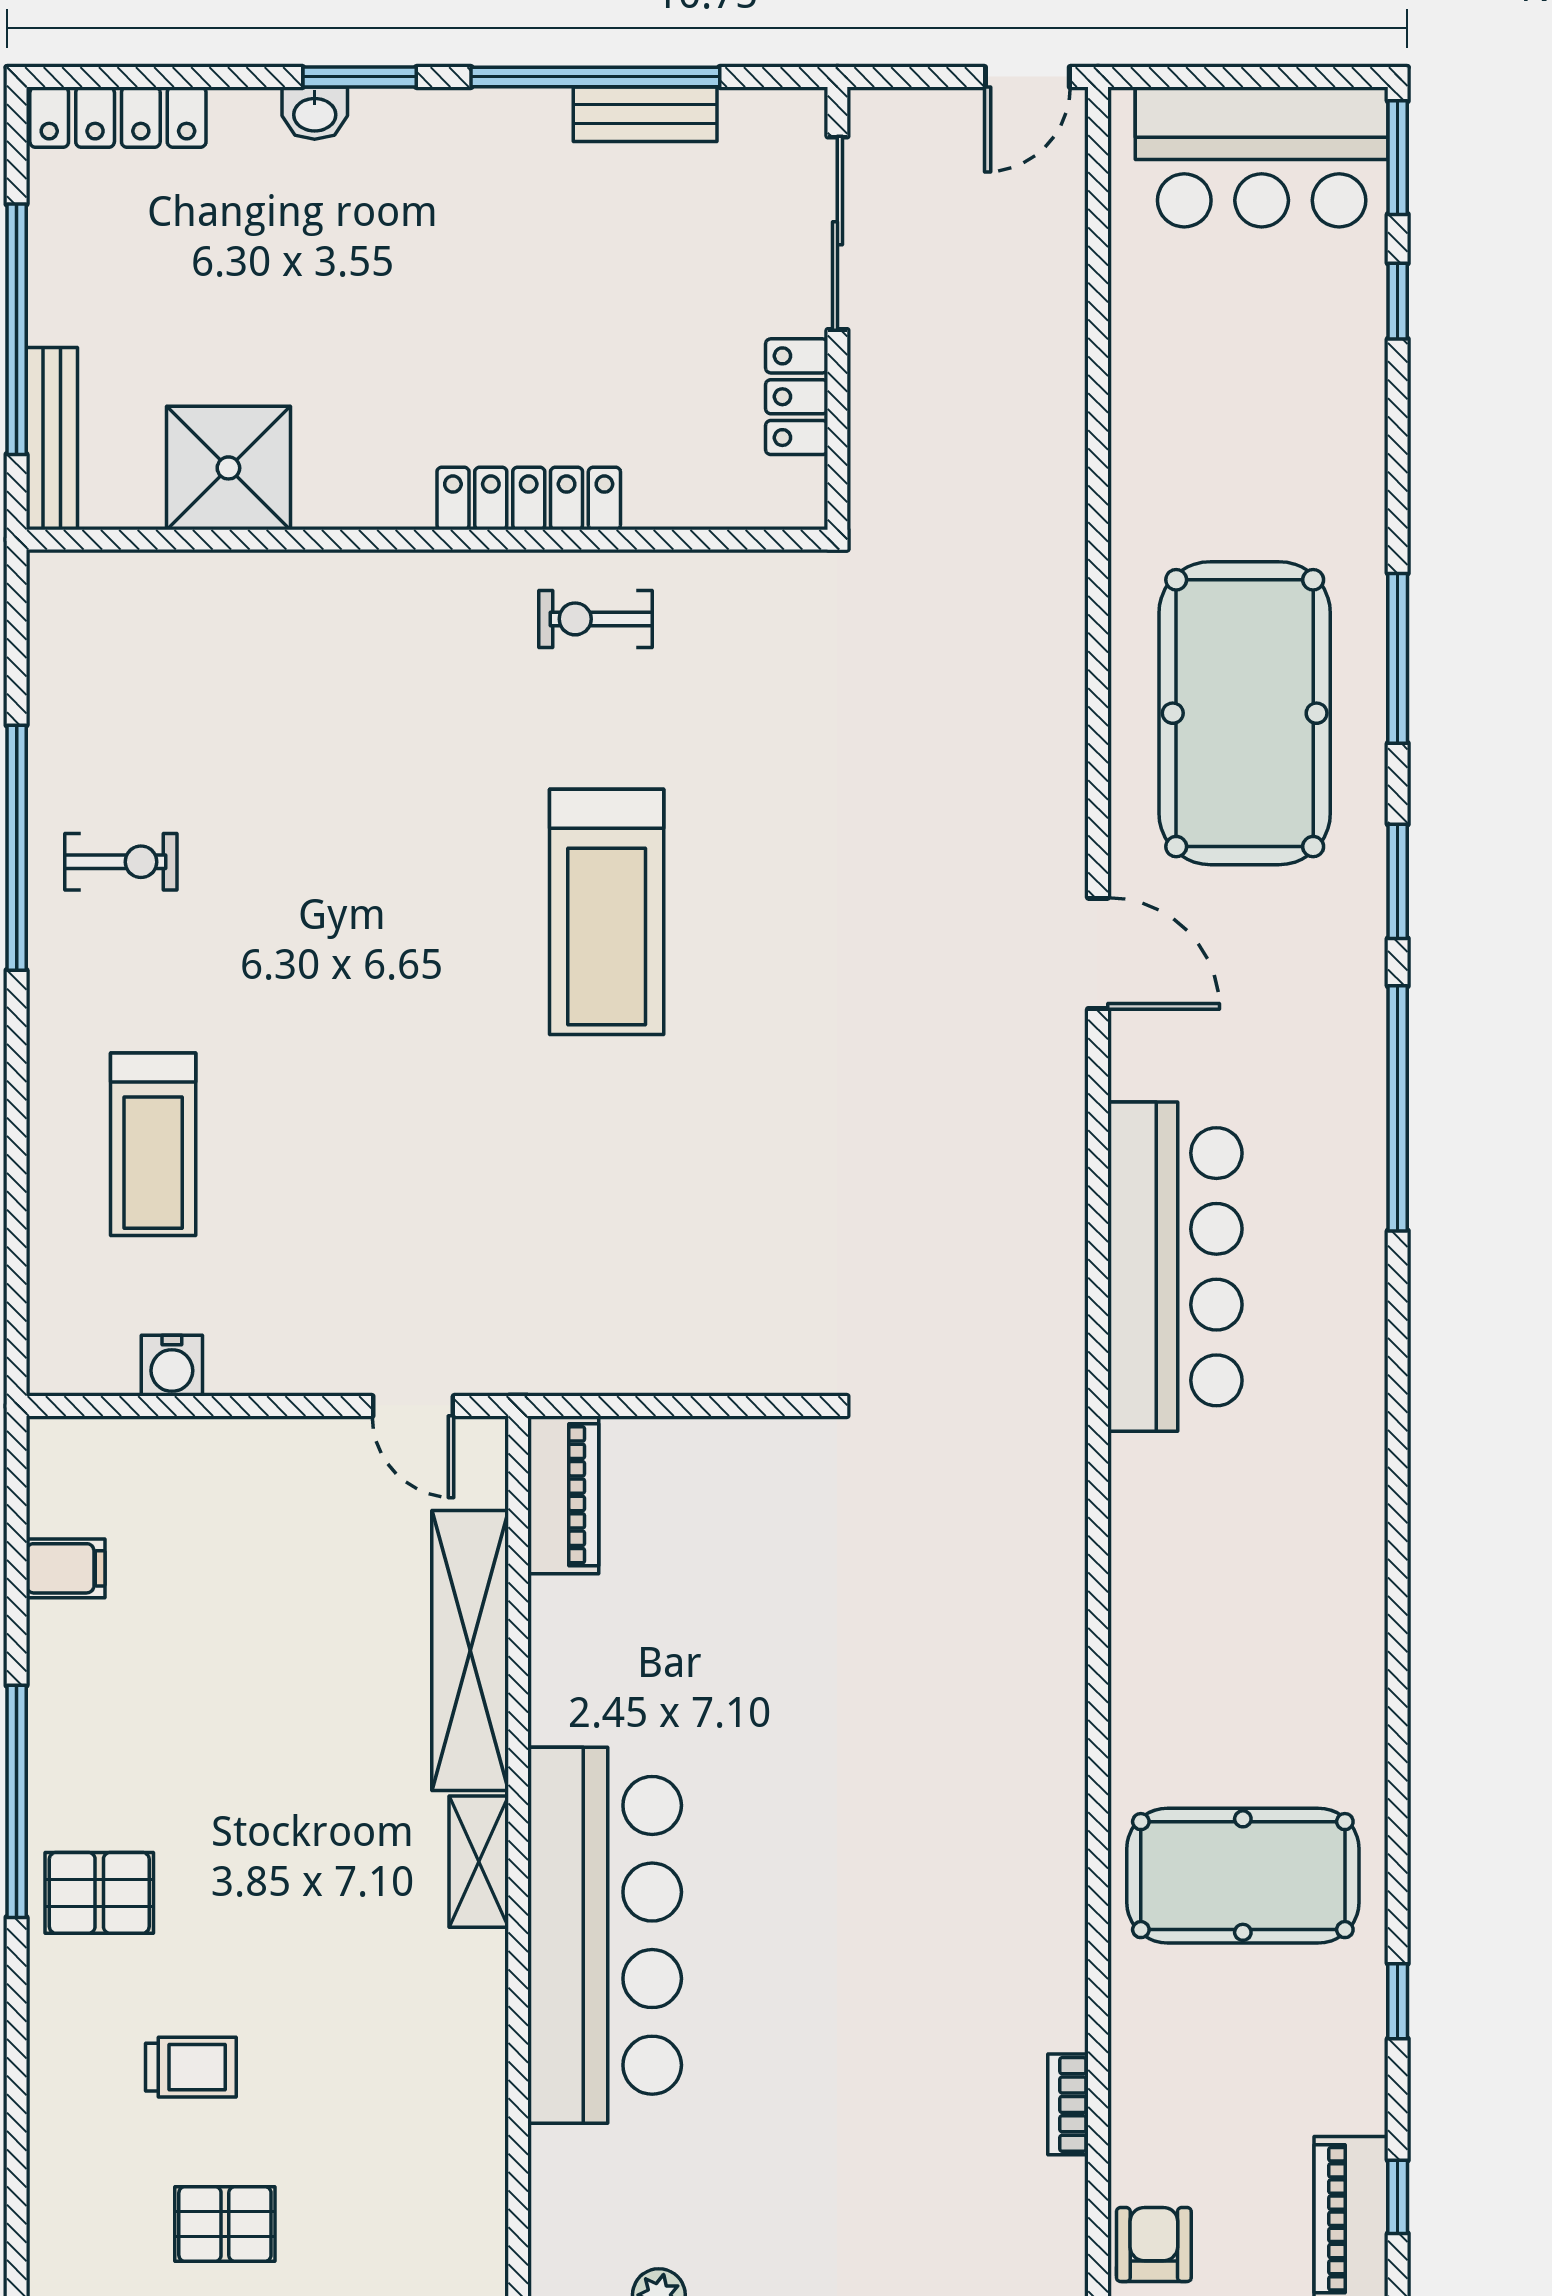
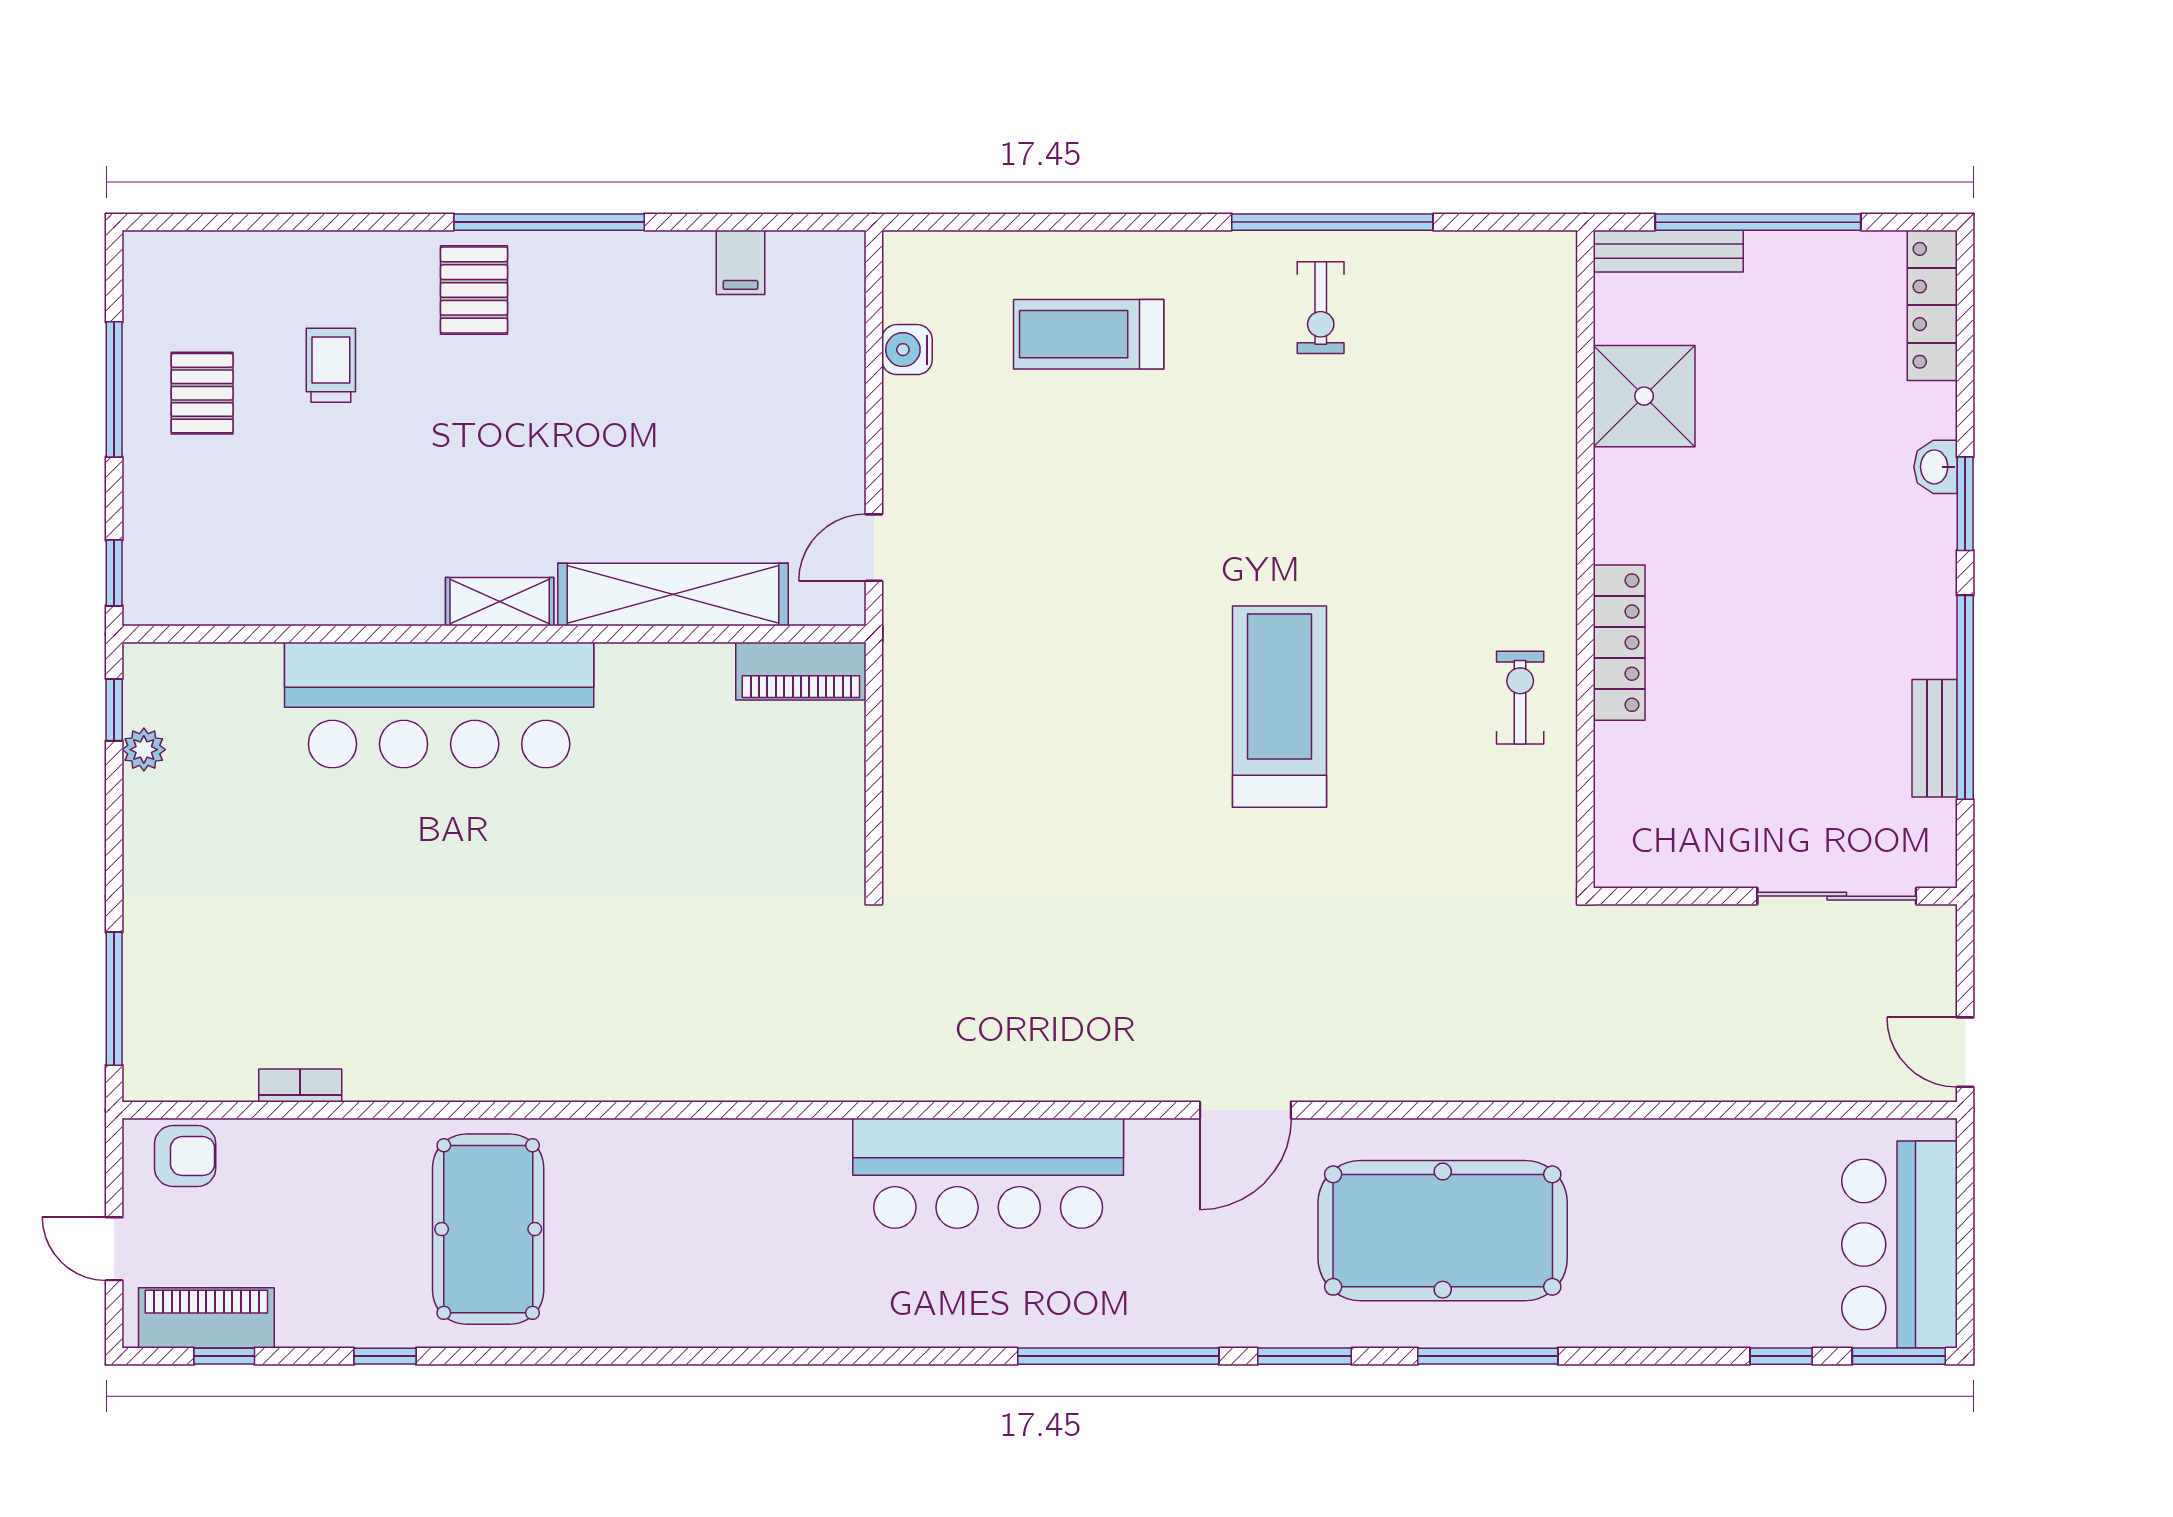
locker: (797, 397) -> (1703, 863), removed
treadmill: (607, 912) -> (1279, 707), turned 90
trolley: (191, 2067) -> (331, 365), turned 180

